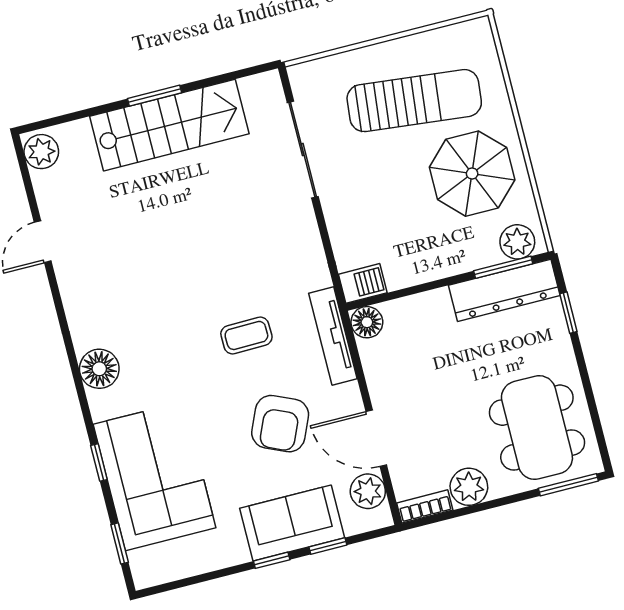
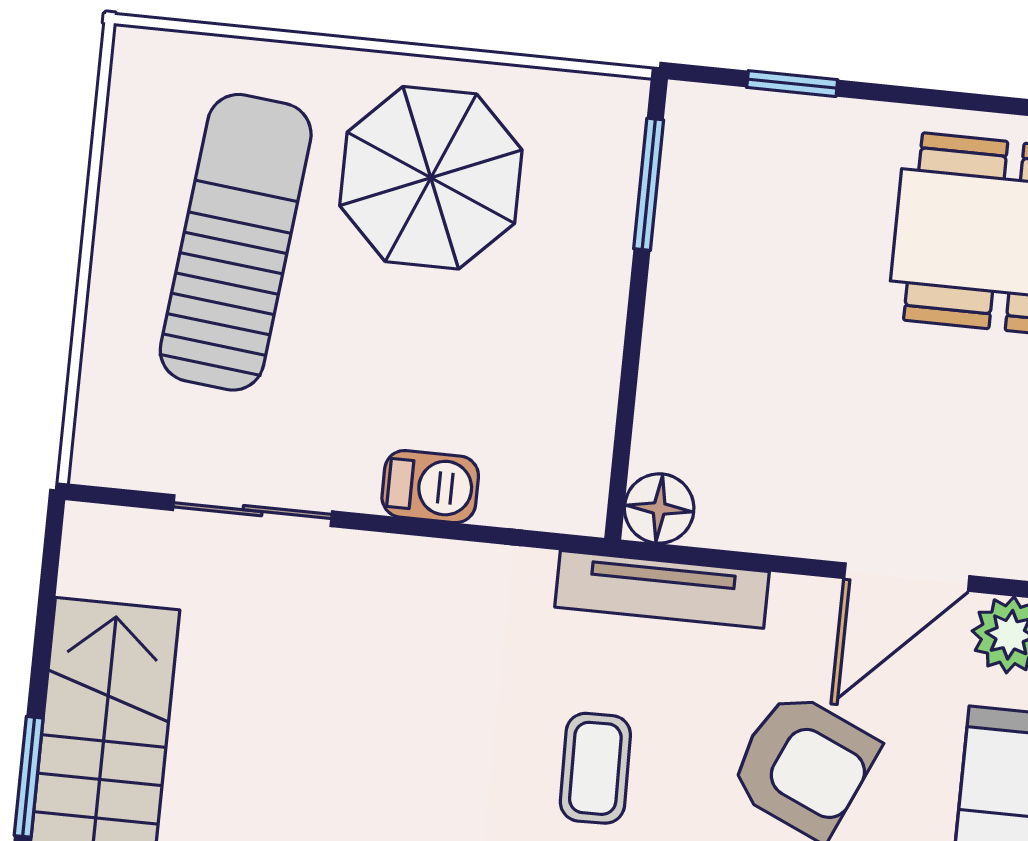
sliding door: (303, 149) -> (253, 511), width x0.73
plant: (517, 242) -> (607, 136), removed
barbecue: (363, 283) -> (430, 487), moved, turned 90
dresser: (504, 290) -> (697, 200), removed

